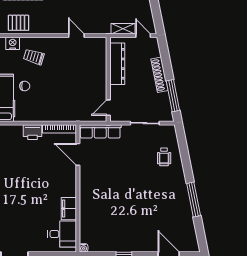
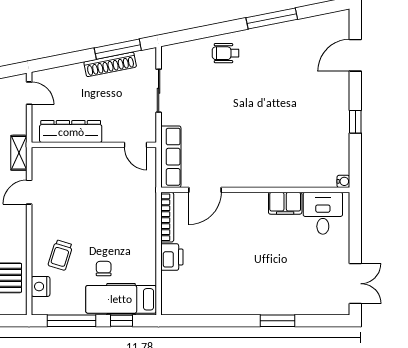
shelving: (123, 29) -> (19, 153), moved
door: (143, 36) -> (29, 93), swing flipped
shoe rack: (159, 75) -> (110, 64), moved
wheelchair: (164, 157) -> (226, 53), moved, turned 180

